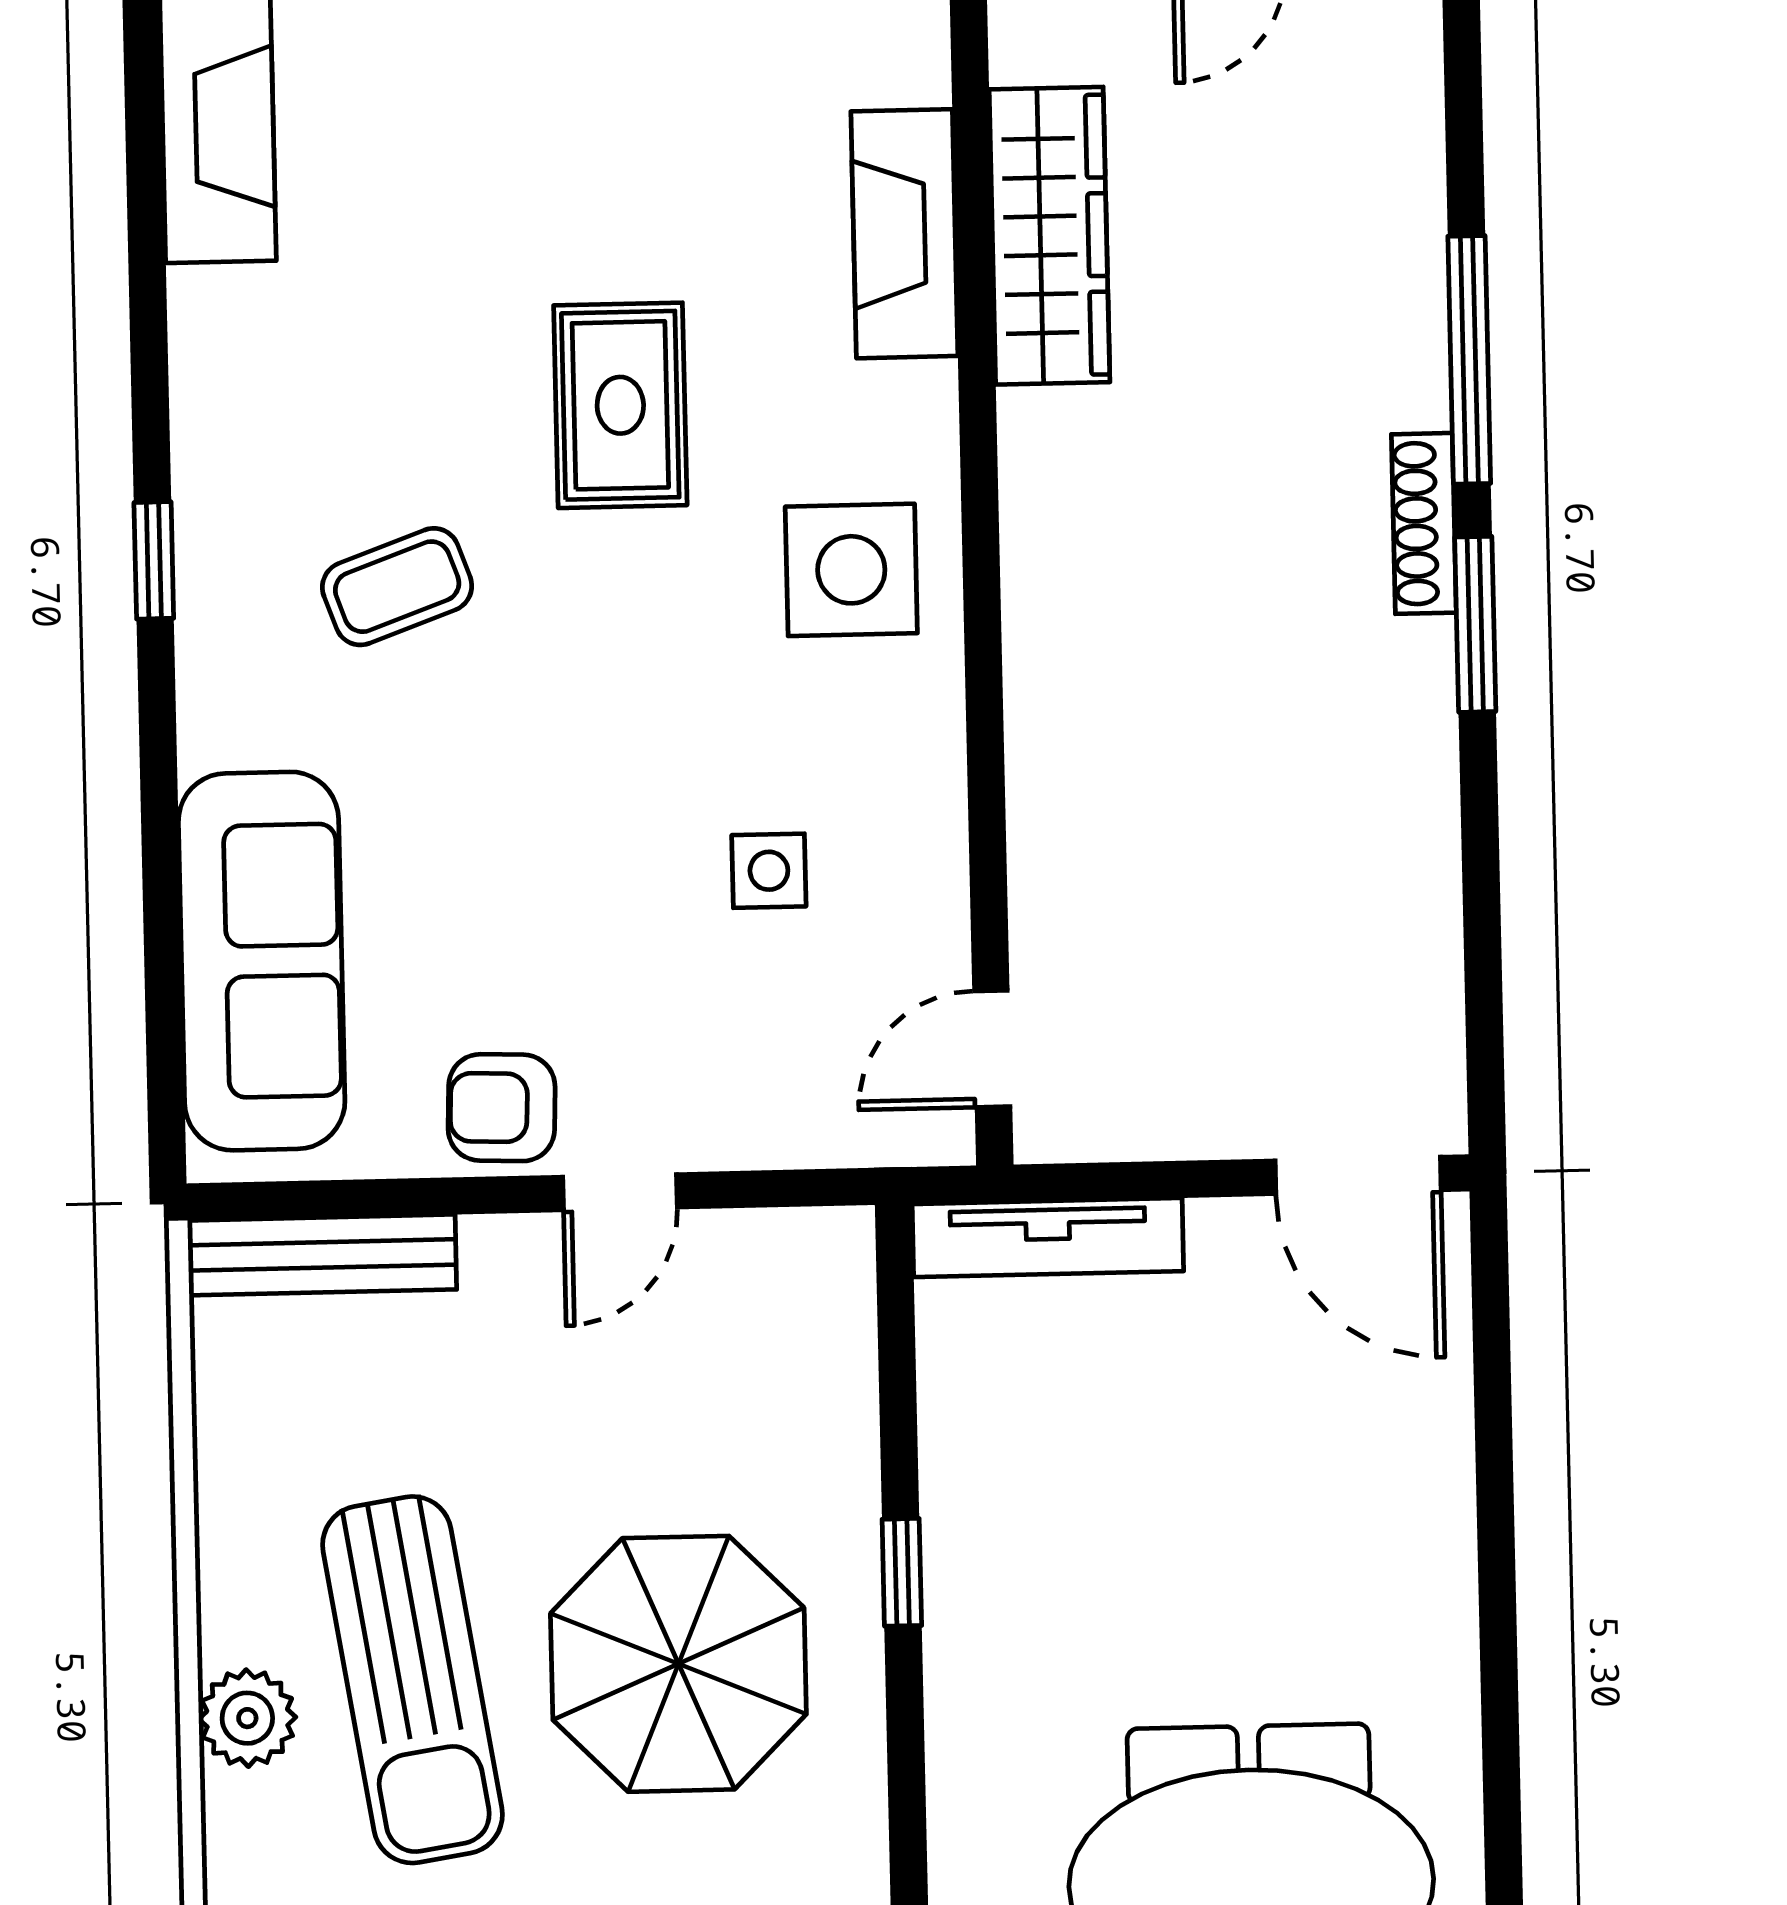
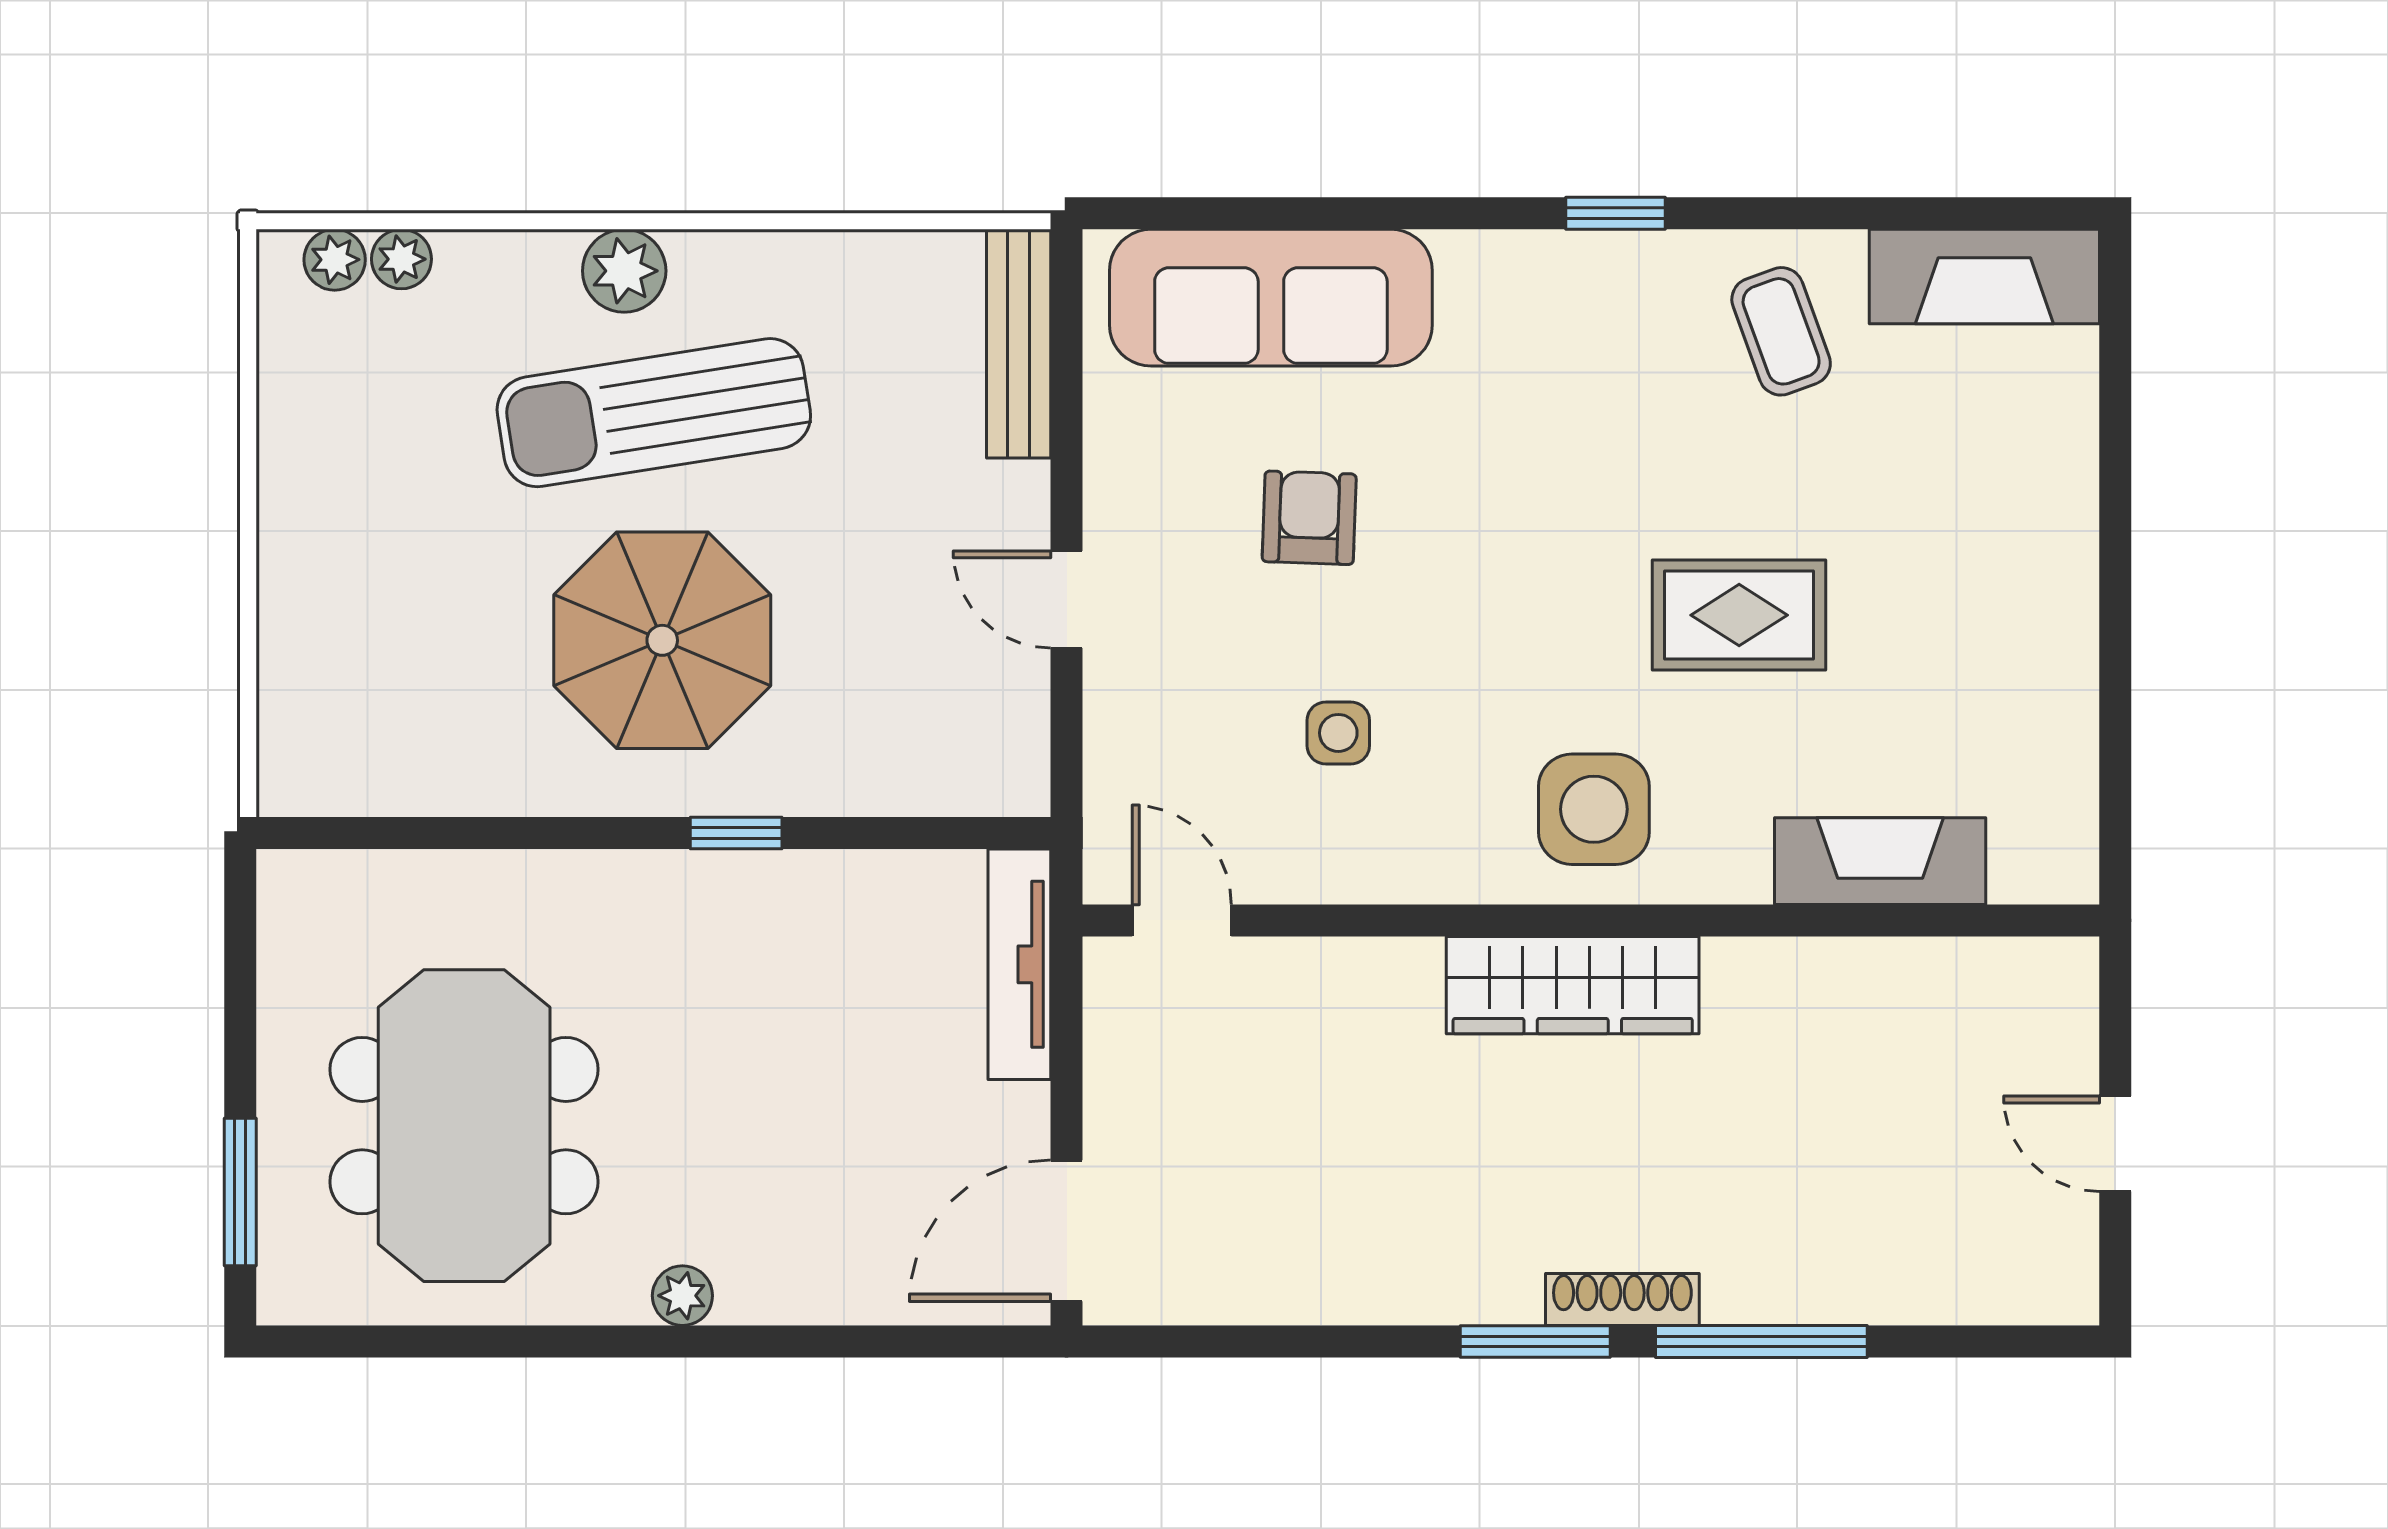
wardrobe: (1049, 236) -> (1573, 985), moved
coffee table: (397, 587) -> (1781, 331), moved
armchair: (502, 1108) -> (1309, 518), moved
plant: (1444, 1623) -> (682, 1296), added

